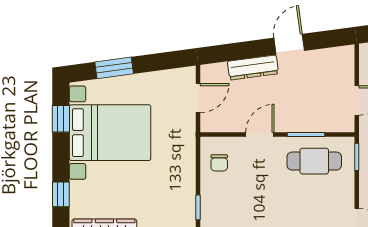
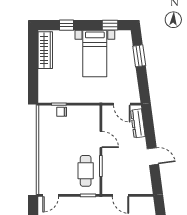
dresser: (253, 68) -> (138, 123), moved
bed with nightstands: (110, 133) -> (95, 53), width x0.73
chair: (219, 163) -> (62, 112), moved

